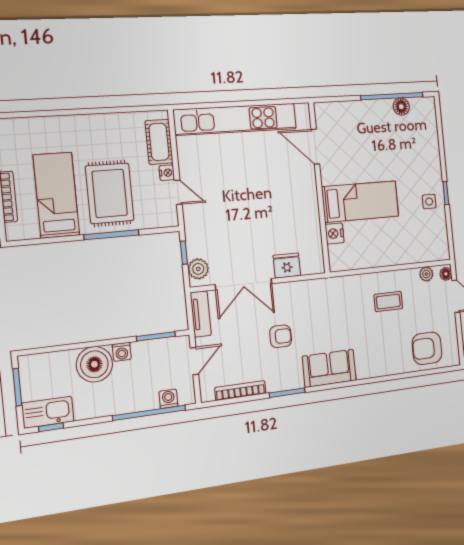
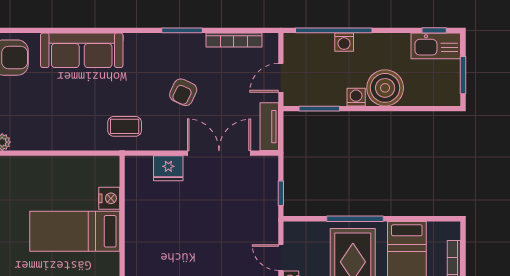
plant: (198, 269) -> (267, 174), removed
coffee table: (388, 302) -> (125, 126), moved
armchair: (281, 336) -> (183, 92), turned -65
sofa: (329, 368) -> (82, 50), moved, width x1.36
washing machine: (168, 399) -> (344, 42), moved

